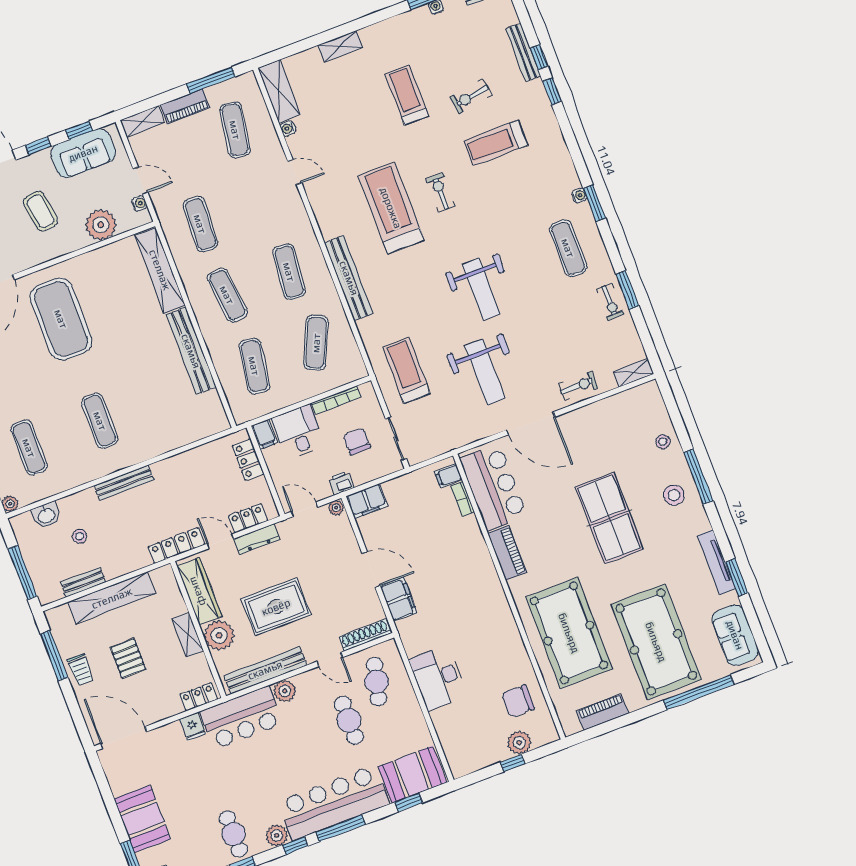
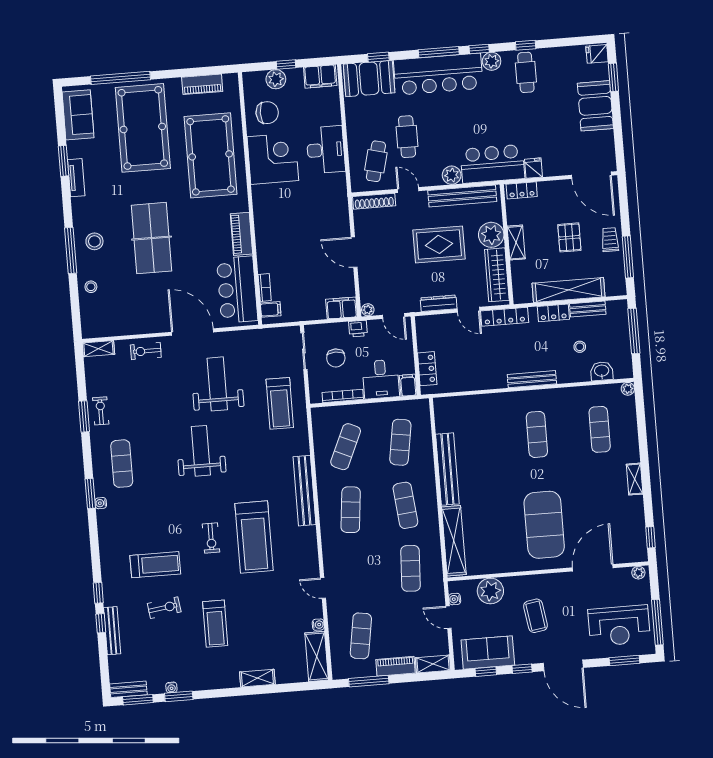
locker: (248, 518) -> (553, 313), moved
tv unit: (716, 562) -> (76, 178), width x0.71
filing cabinet: (399, 599) -> (320, 76), moved, turned -90
corner desk: (496, 650) -> (273, 159), added

